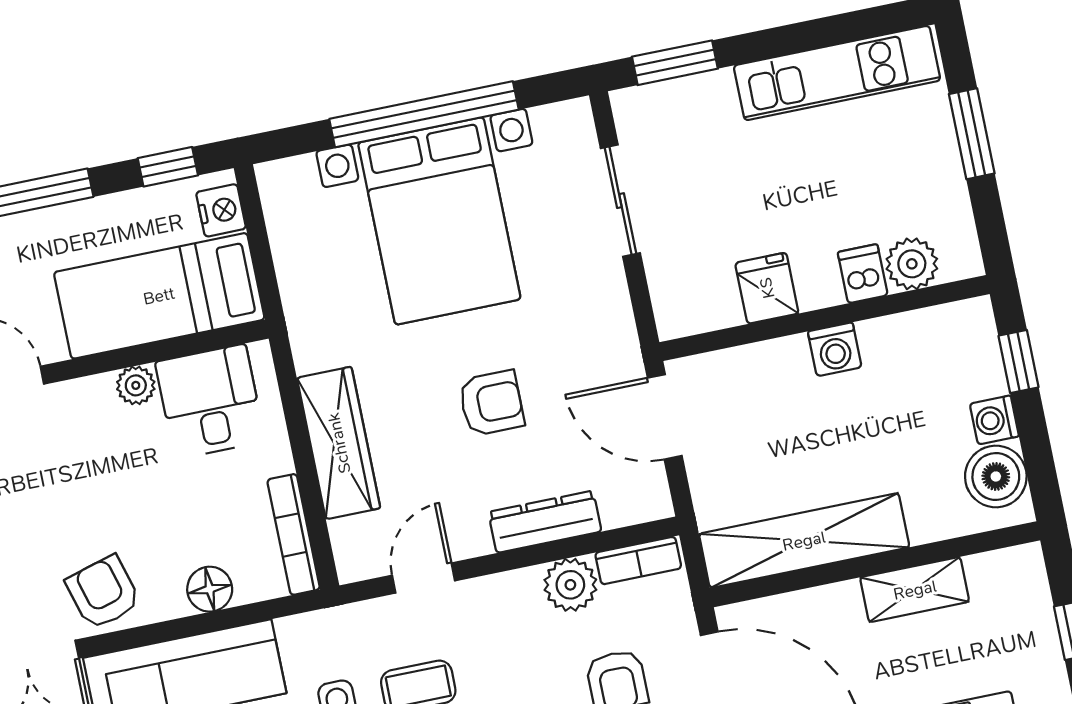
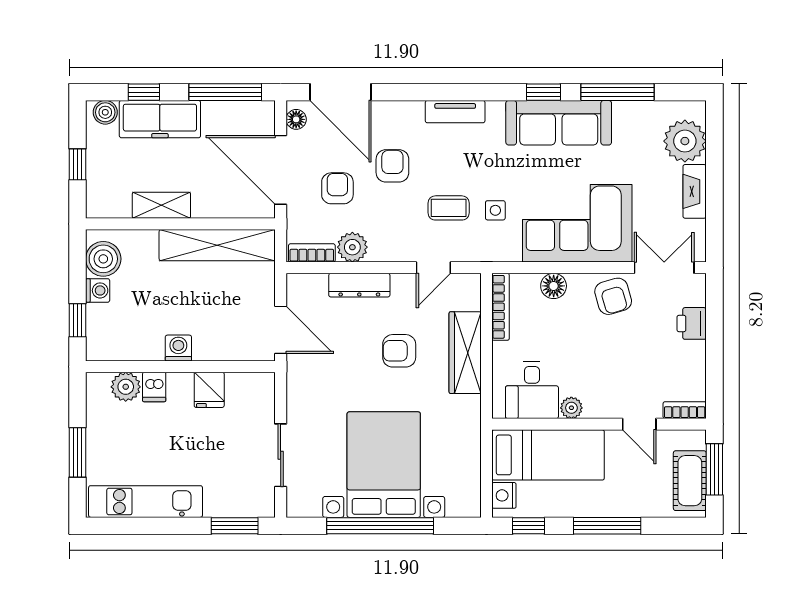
armchair: (491, 403) -> (399, 351), moved

